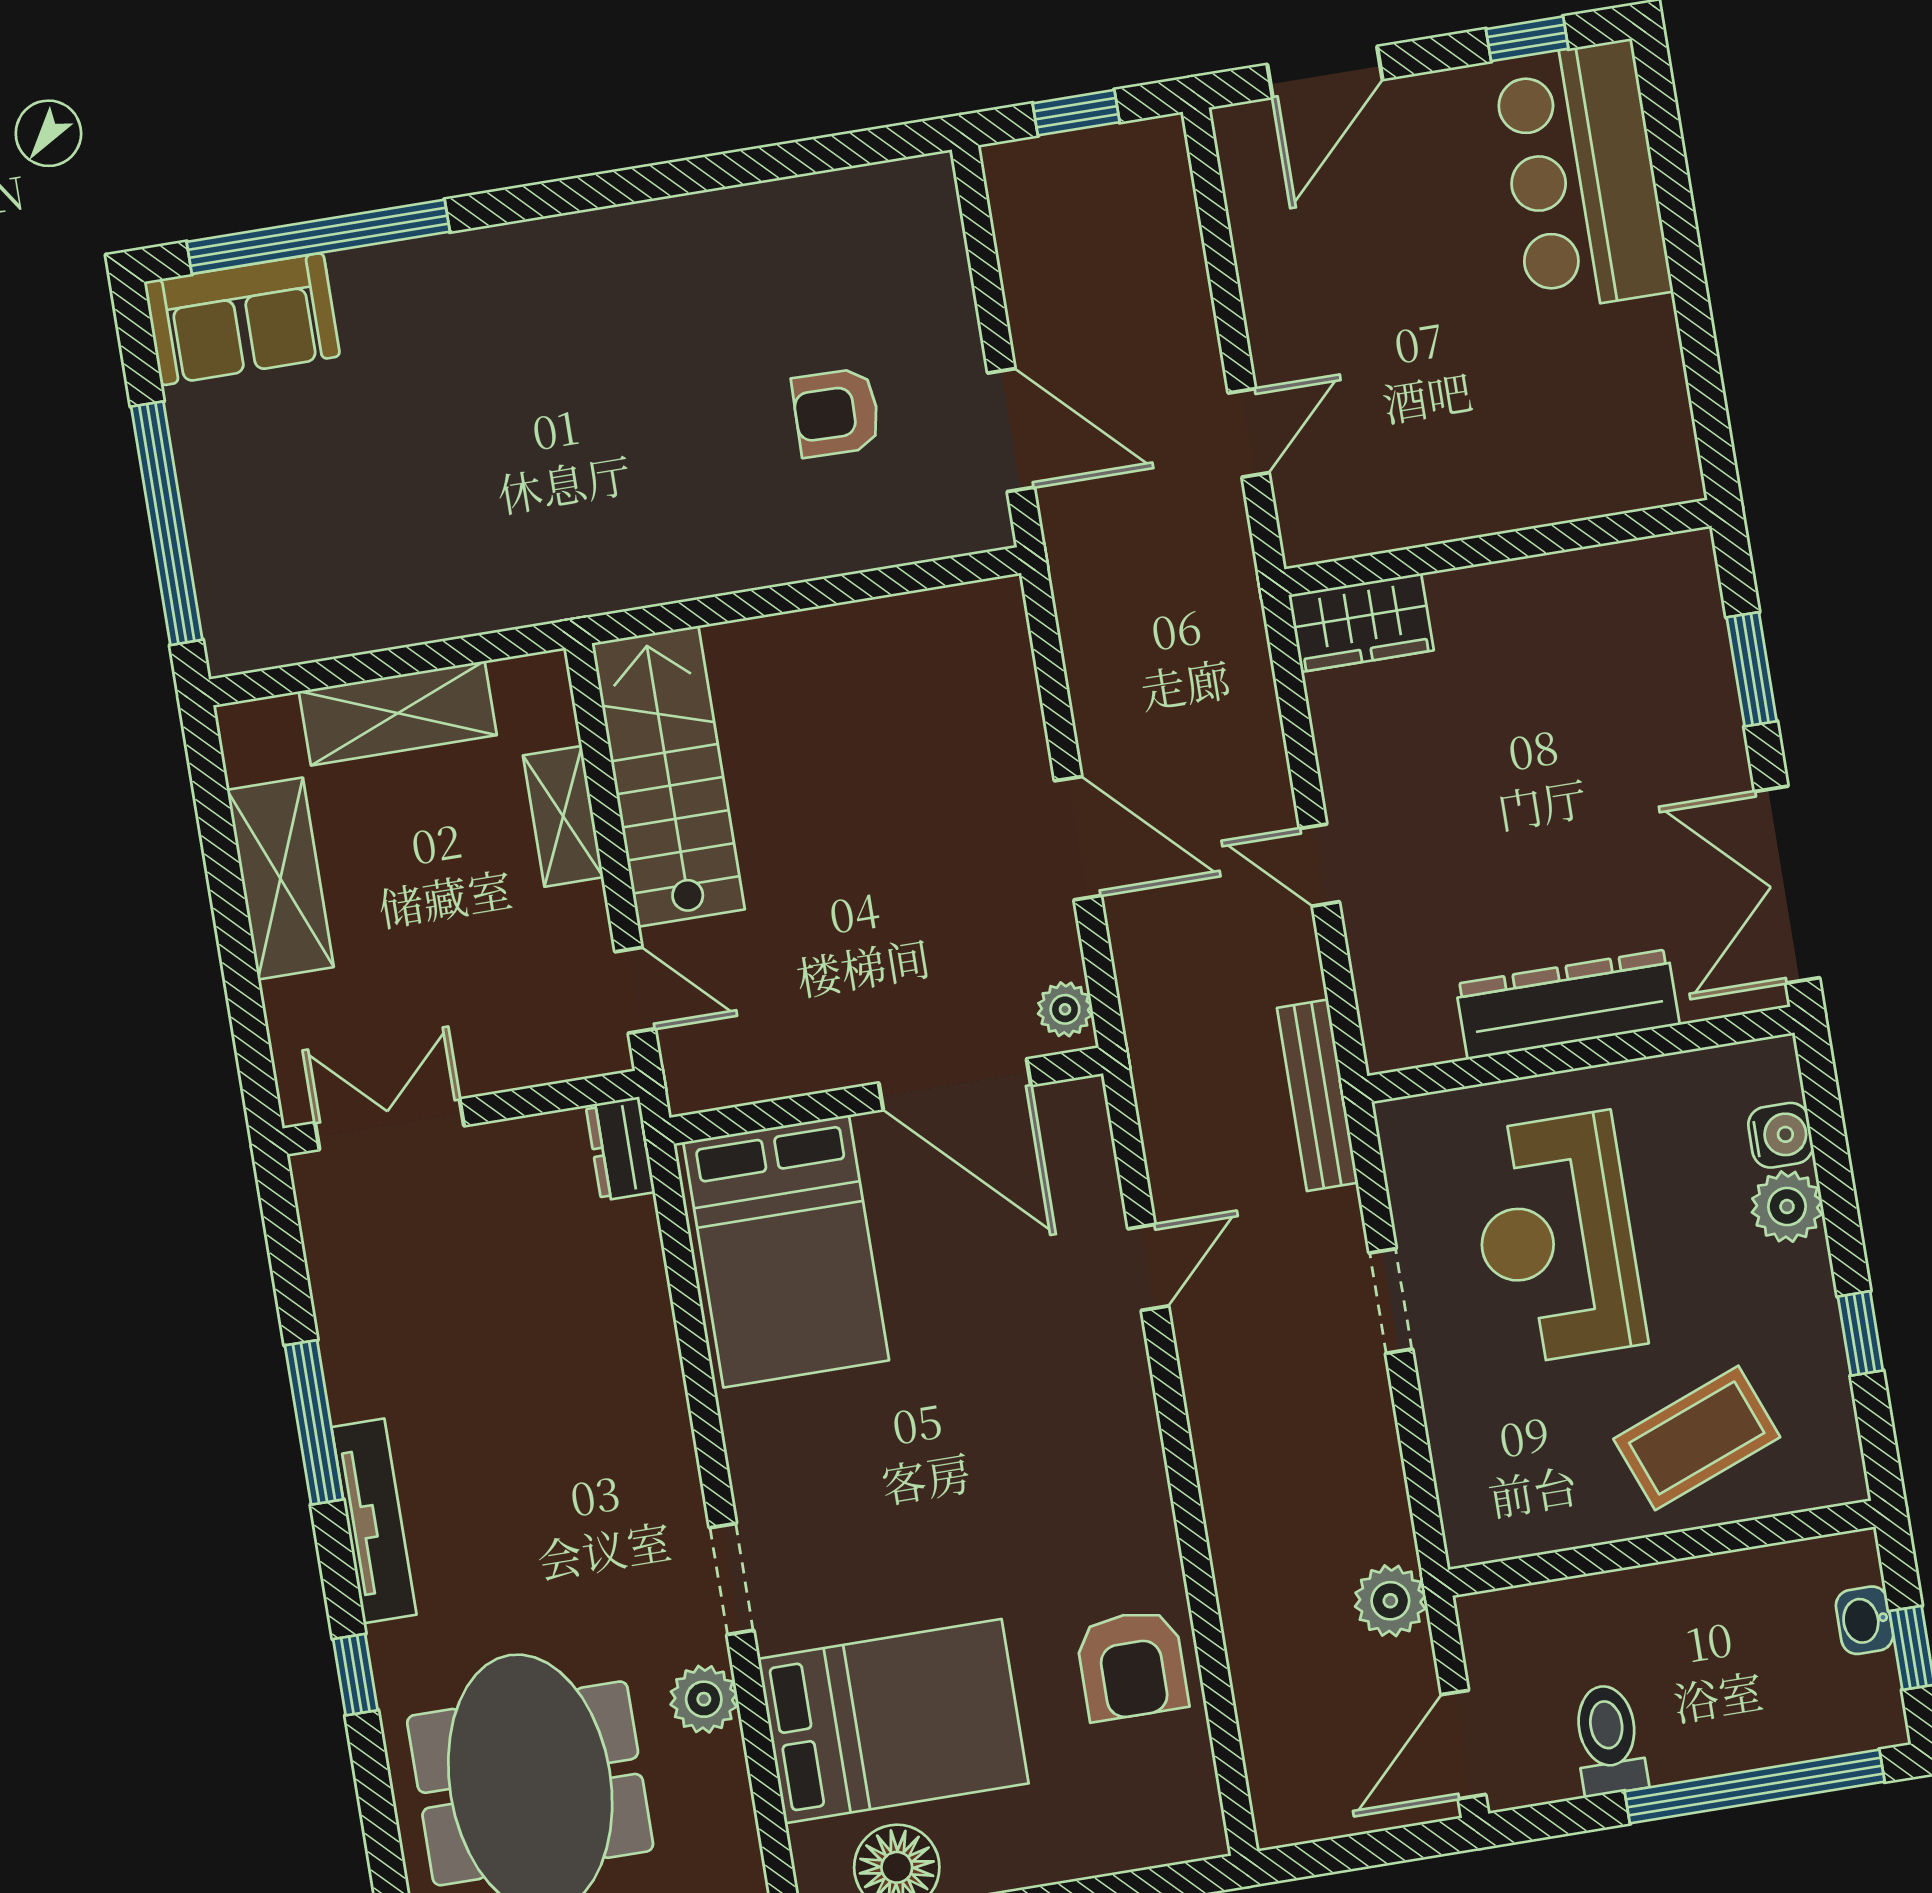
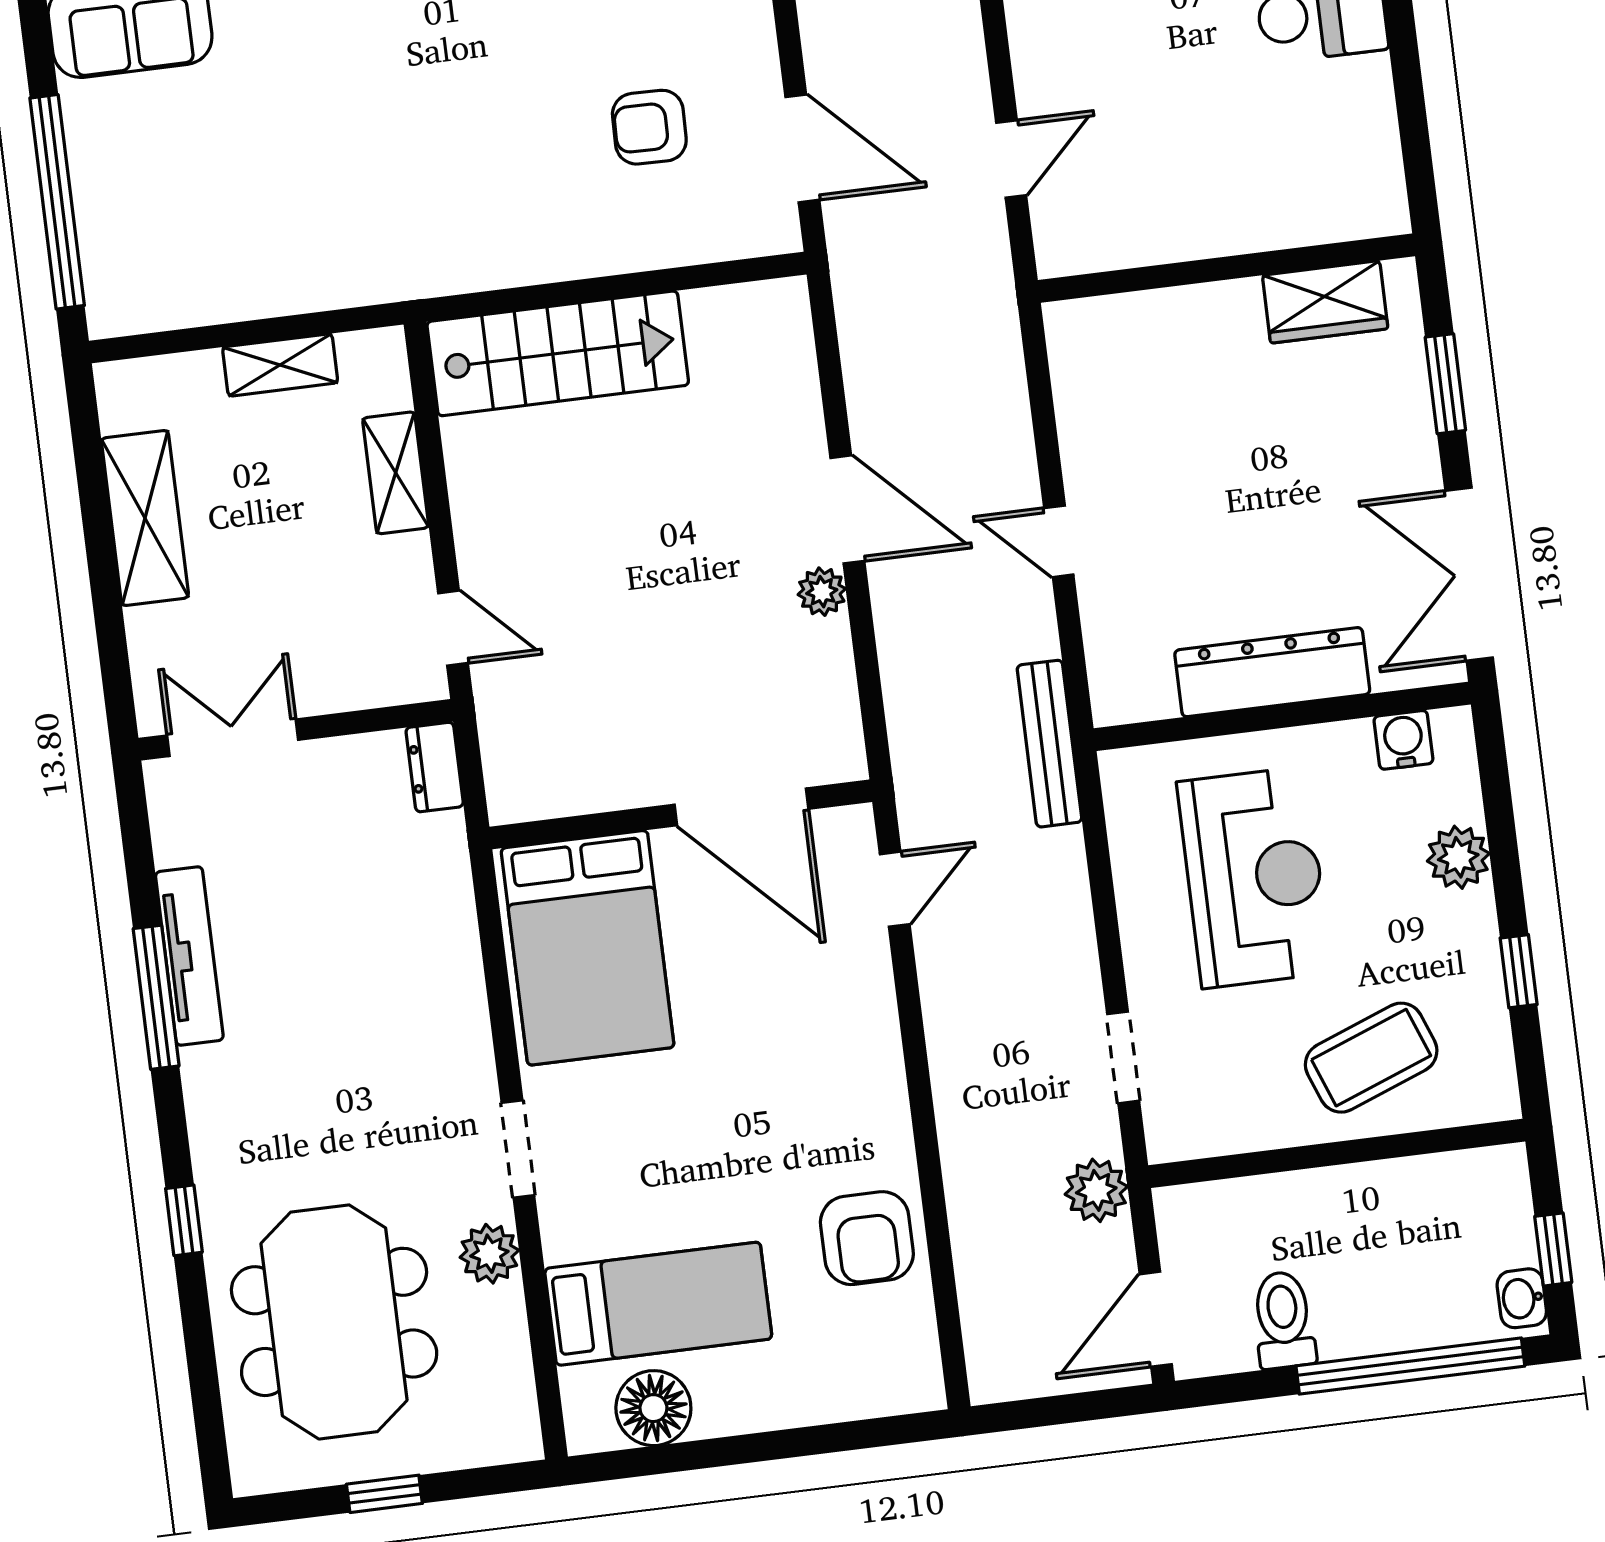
wardrobe: (1361, 623) -> (1325, 302), moved
shelving: (398, 713) -> (280, 365), width x0.67, depth x0.75
stairs: (668, 776) -> (558, 353), moved, turned 90
plant: (1065, 1009) -> (822, 592), moved
door: (955, 1084) -> (741, 807), moved
wall: (886, 1096) -> (681, 814), moved
water cooler: (1781, 1135) -> (1403, 740), moved, turned -90
reception desk: (1556, 1238) -> (1254, 877), turned 180
bed: (786, 1251) -> (588, 948), moved
doorway: (1391, 1301) -> (1123, 1057), moved
tv unit: (374, 1521) -> (189, 956), moved
washbasin: (1865, 1620) -> (1522, 1298), moved
bed: (893, 1721) -> (658, 1304), width x0.67

